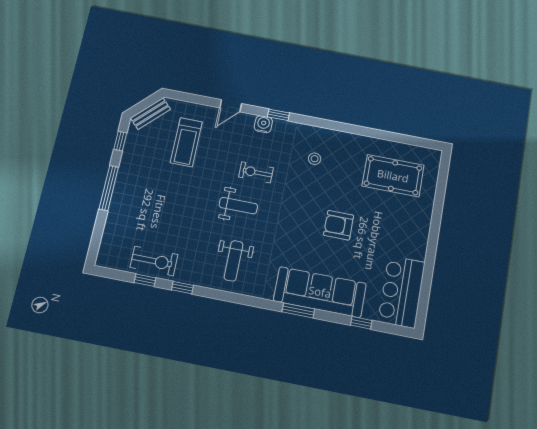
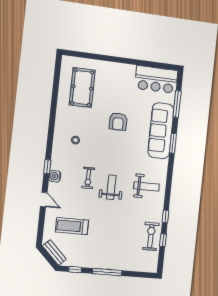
treadmill: (186, 142) -> (72, 226), turned 180
window: (361, 323) -> (177, 104), width x2.17

